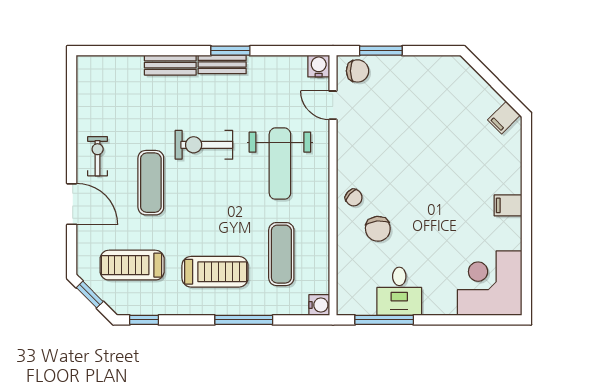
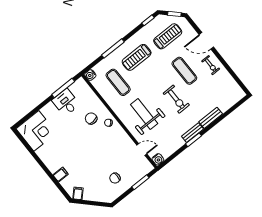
chair: (358, 71) -> (115, 178), moved
exercise bike: (204, 145) -> (176, 99), turned 90
filing cabinet: (508, 205) -> (61, 175), moved

